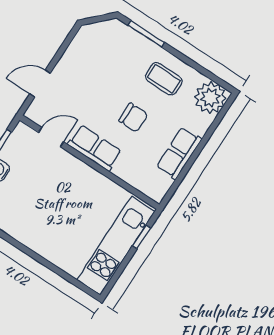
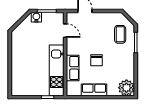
coffee table: (164, 79) -> (120, 34), moved
row of seats: (95, 148) -> (73, 68), moved
kitchen unit: (116, 246) -> (57, 70), moved, turned -90

